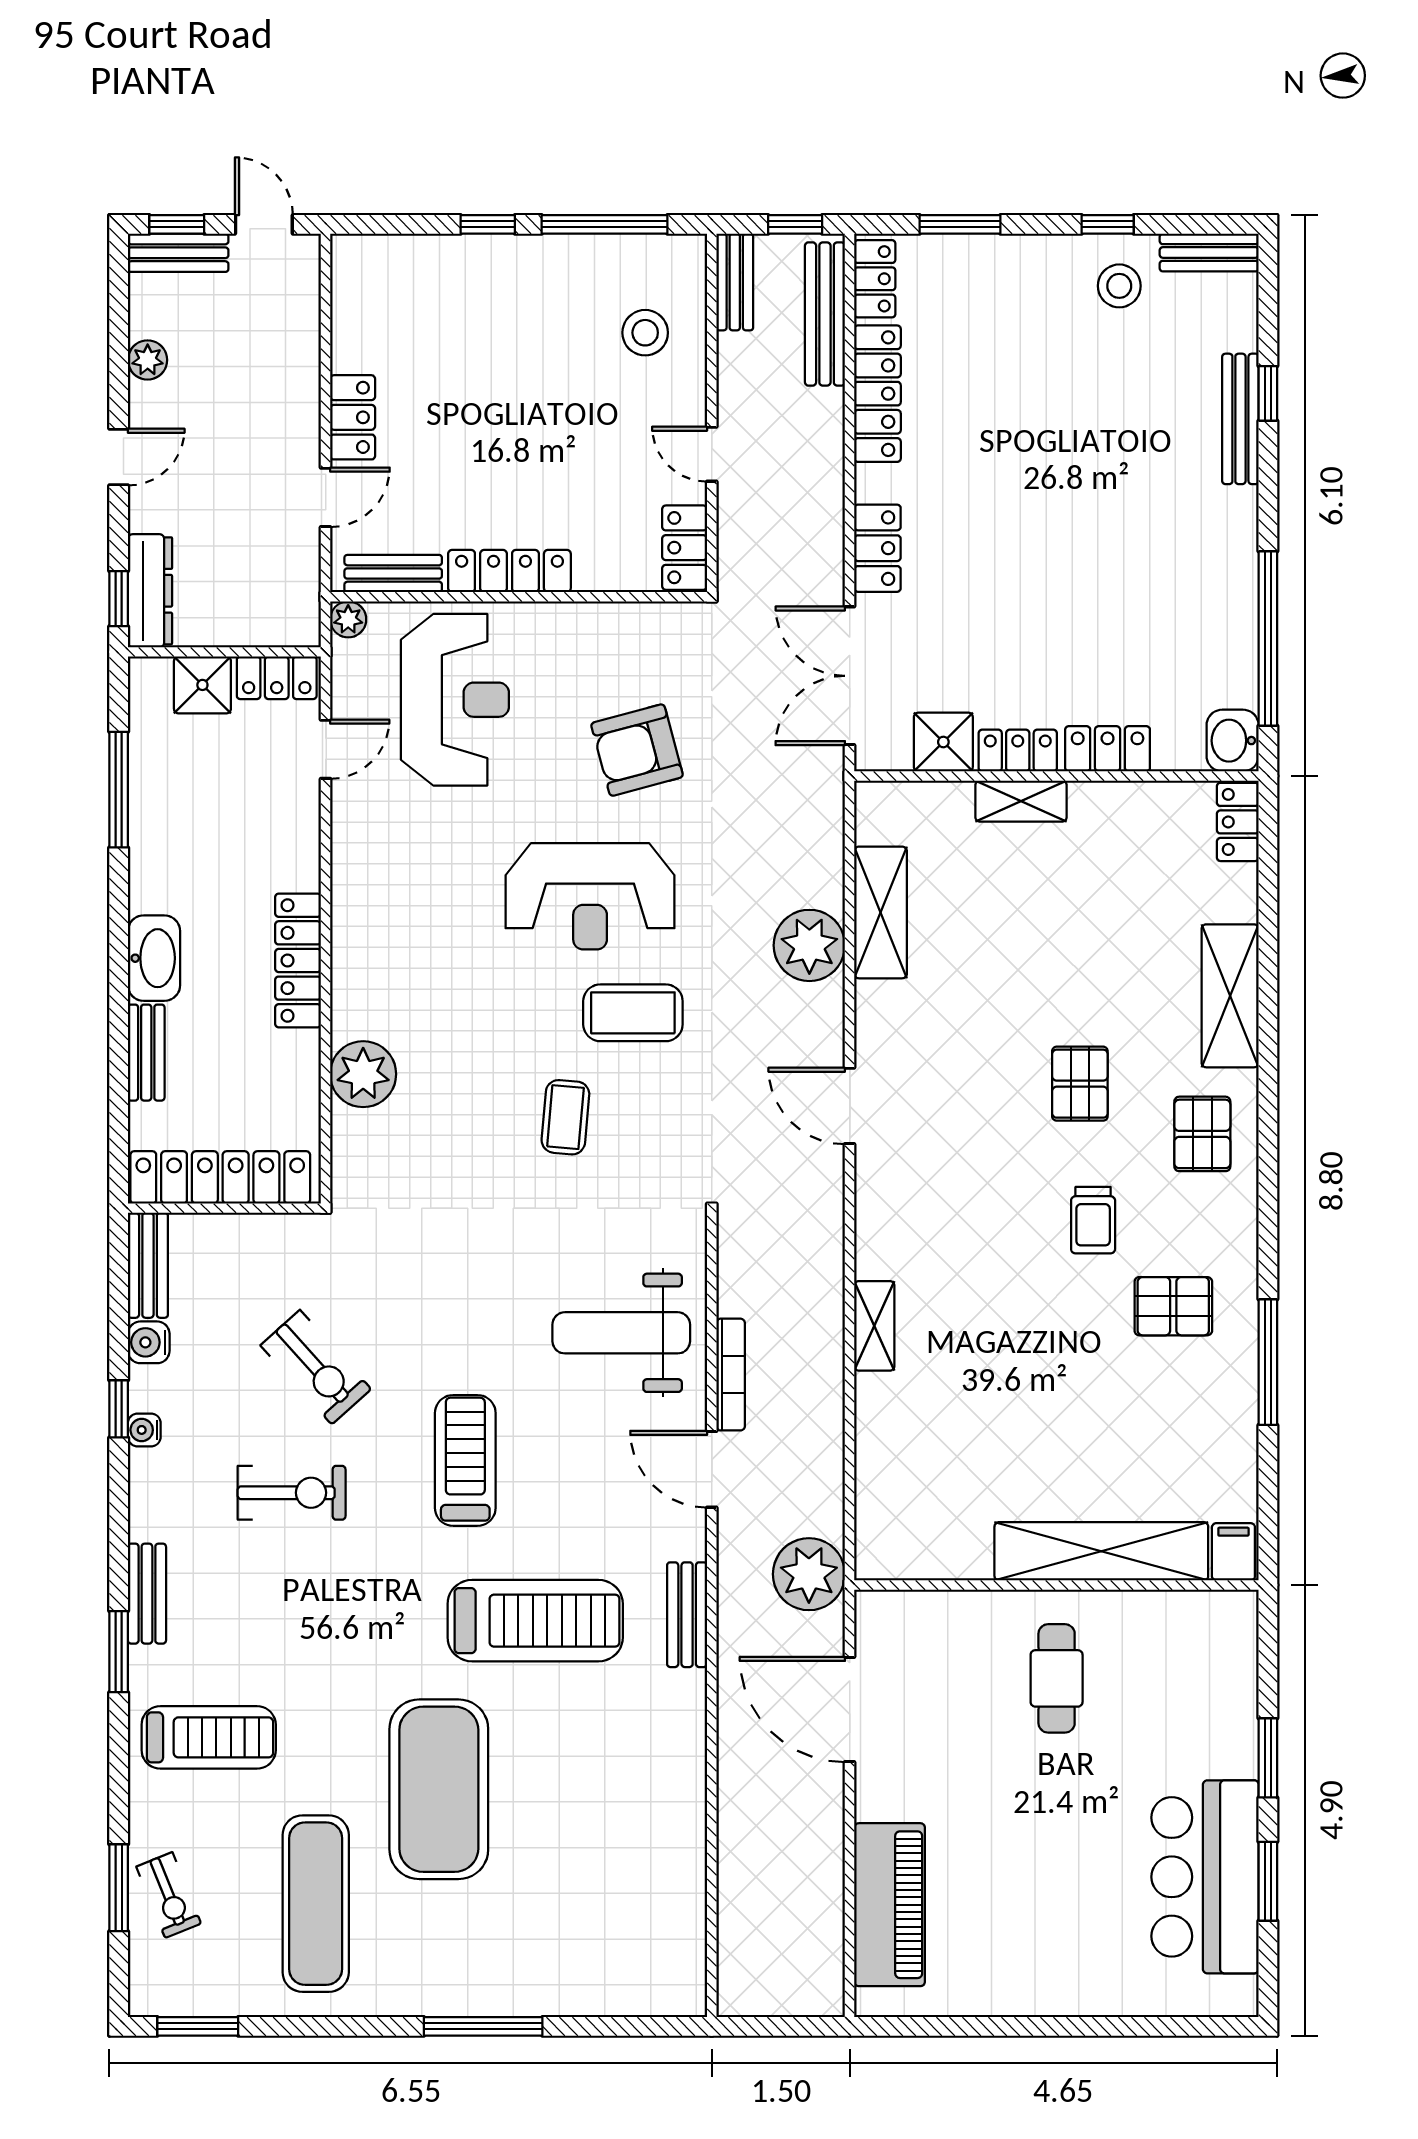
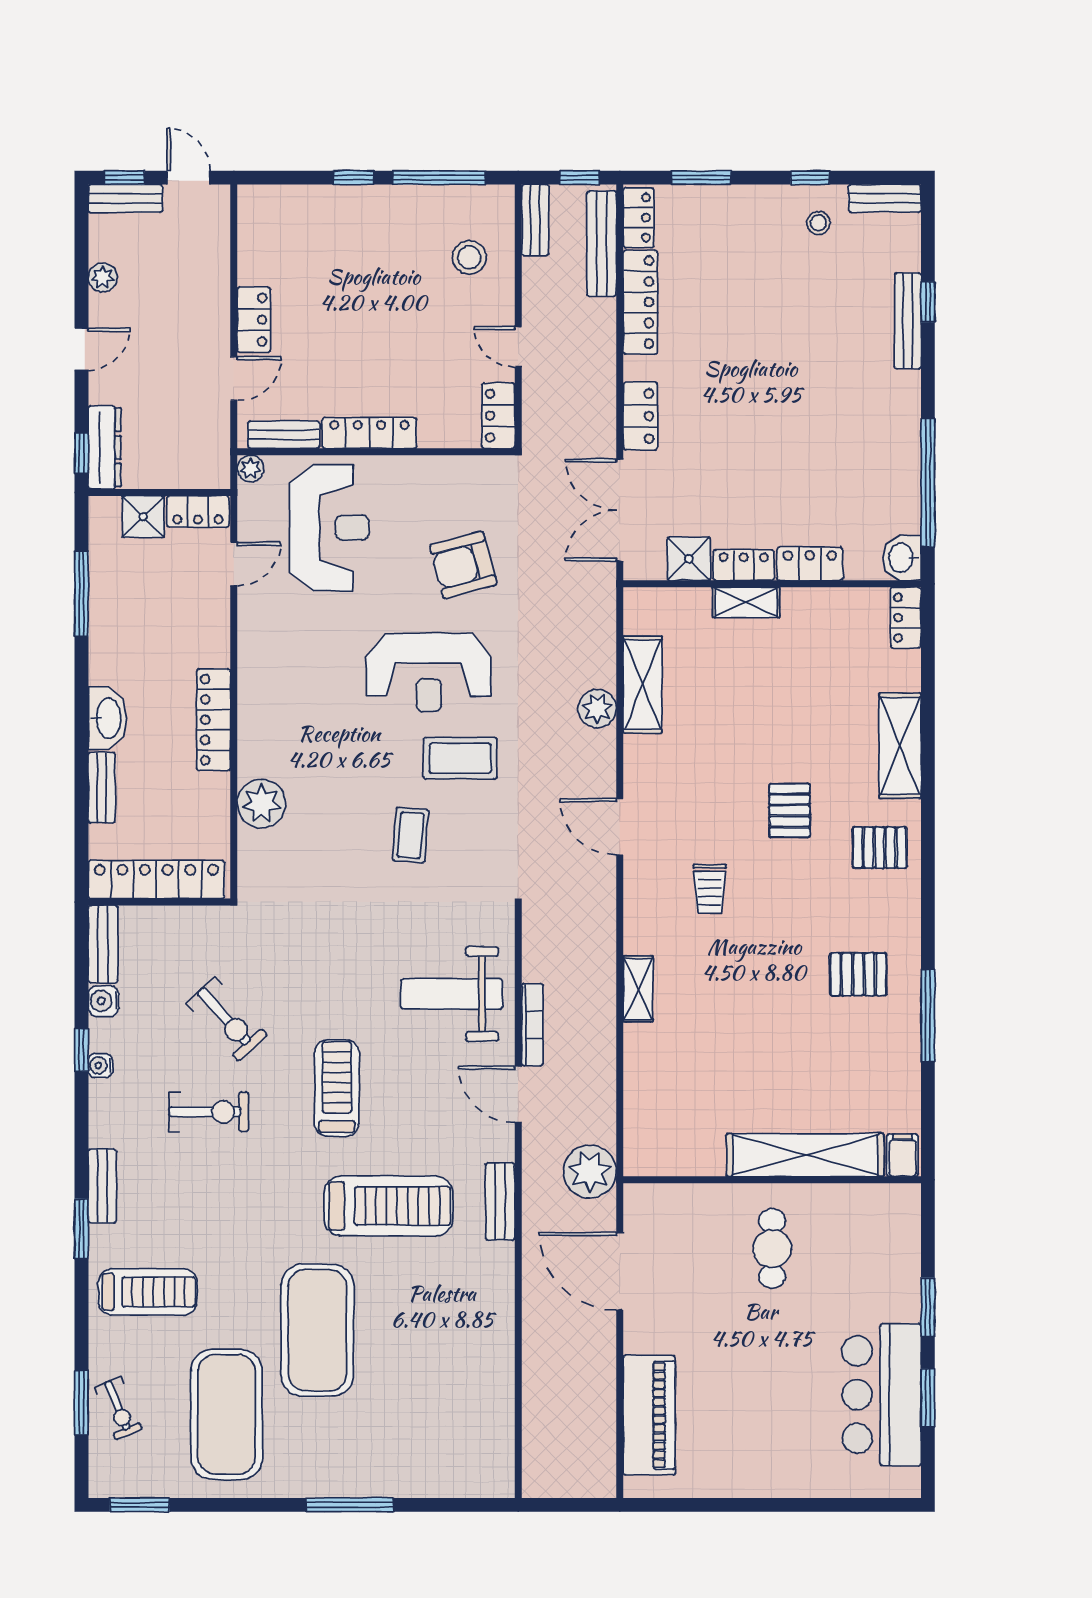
stool: (1119, 286) -> (818, 223), width x0.73, depth x0.73
plant: (809, 945) -> (597, 709), width x0.73, depth x0.73
pallet: (1202, 1134) -> (880, 847), turned 90
trolley: (1093, 1220) -> (710, 889), moved
exercise mat: (316, 1904) -> (227, 1414), width x1.47

